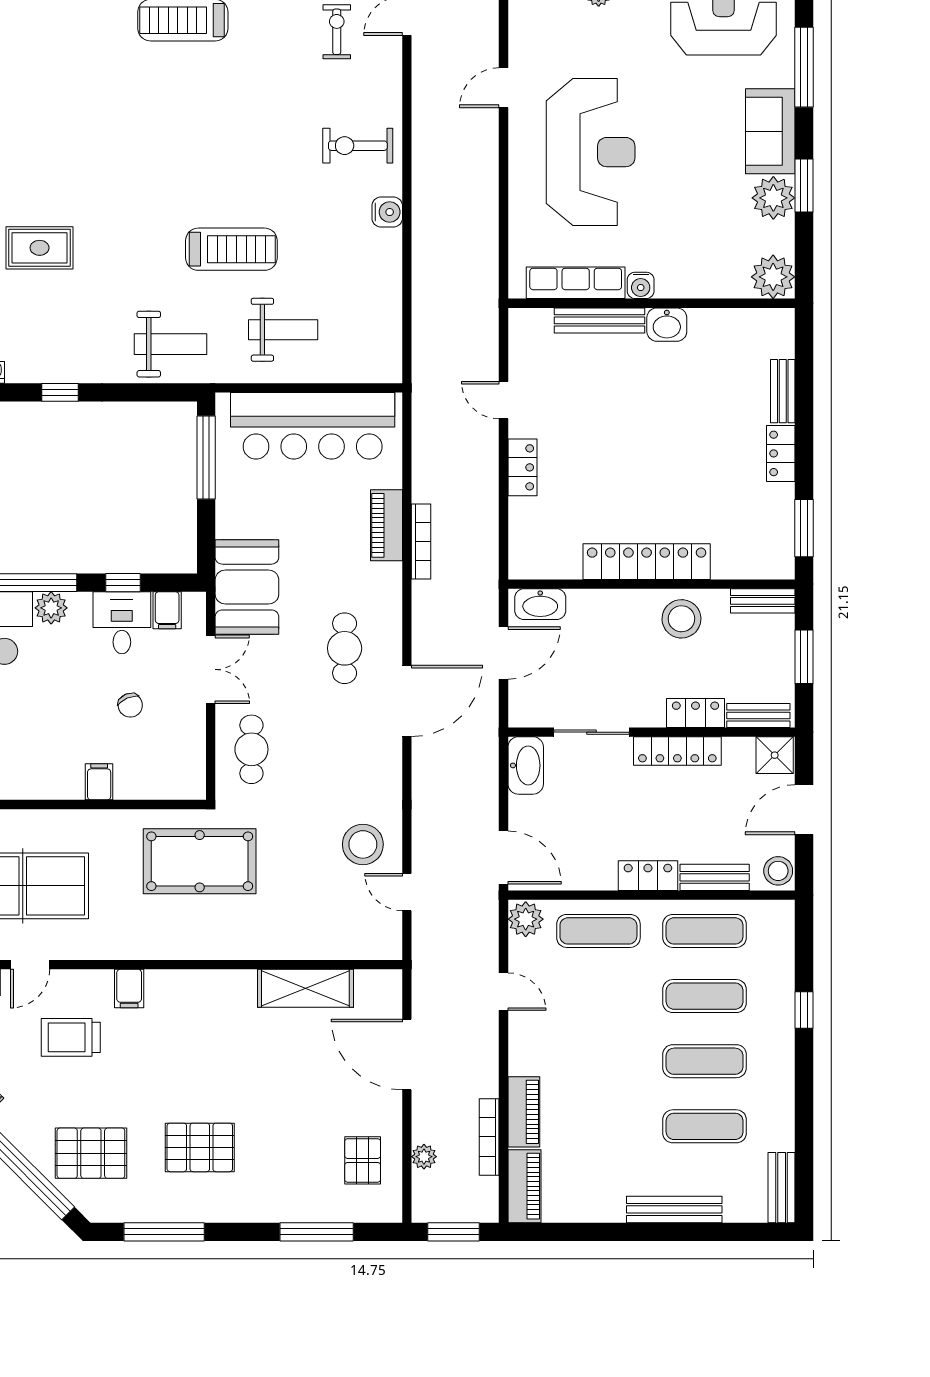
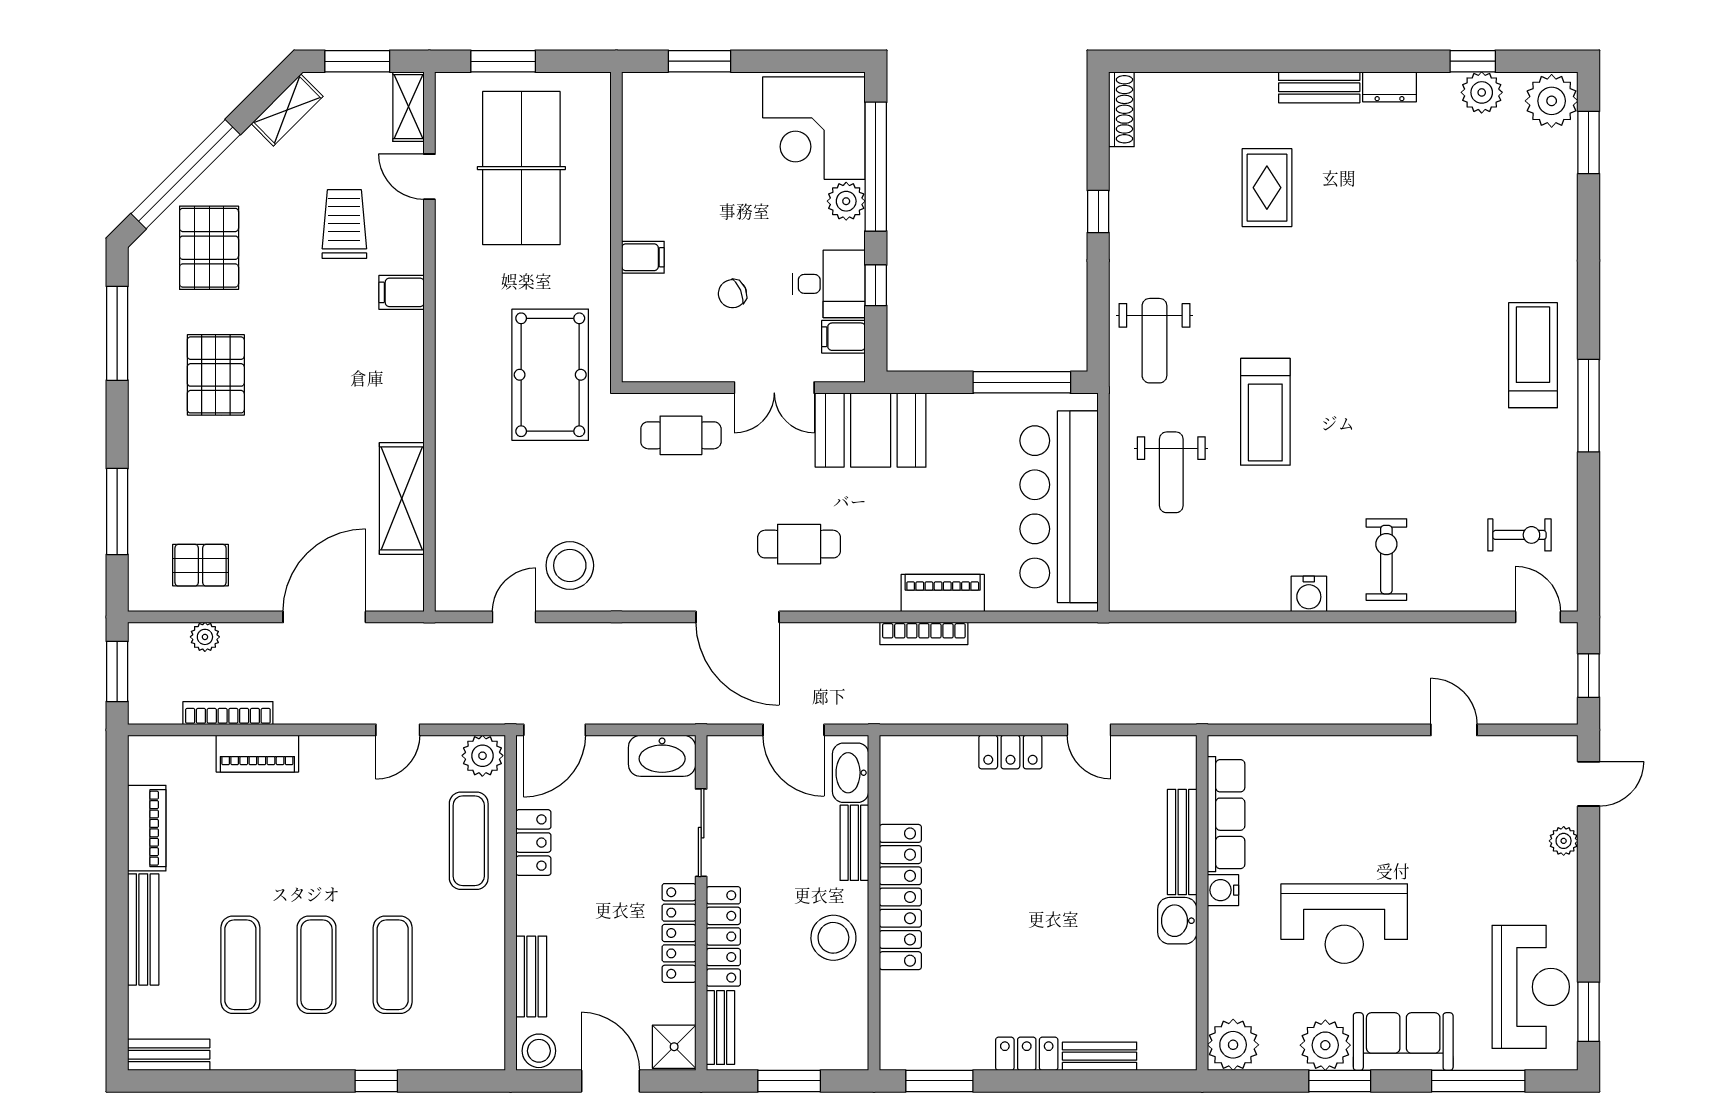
reception desk: (591, 152) -> (1344, 924), moved, width x0.74, depth x0.77
door: (504, 400) -> (1089, 730), swing flipped
bench: (763, 601) -> (854, 843), moved
locker: (695, 713) -> (723, 936), width x1.53
locker: (648, 876) -> (533, 843), moved
exercise mat: (705, 931) -> (469, 965), removed
piano: (524, 1186) -> (147, 828), moved, turned -90

